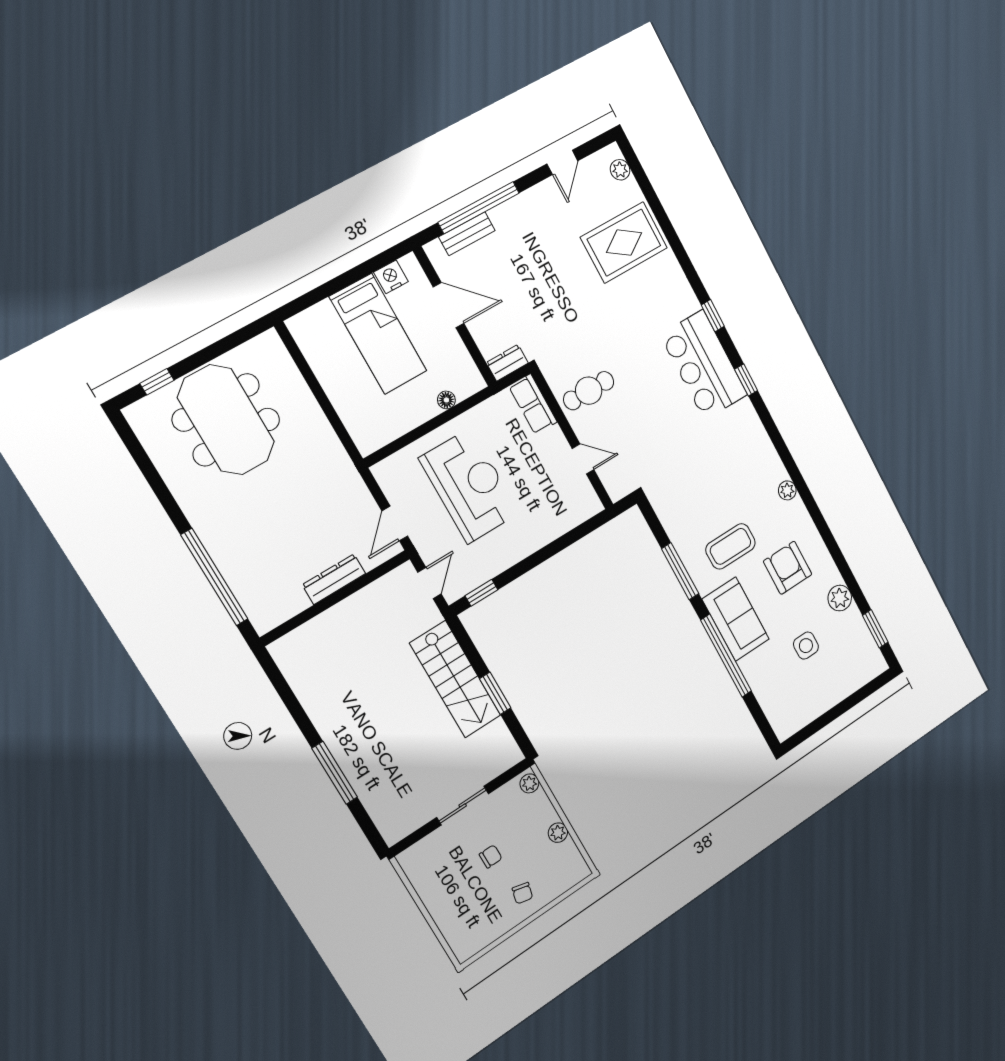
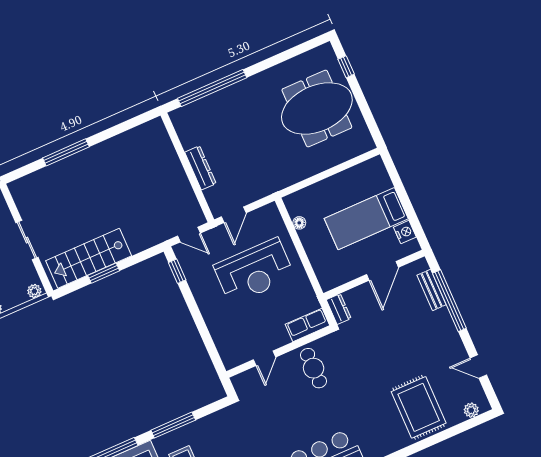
floor lamp: (446, 400) -> (299, 223), moved
door: (395, 523) -> (234, 215), swing flipped
stairs: (455, 679) -> (89, 258), moved

